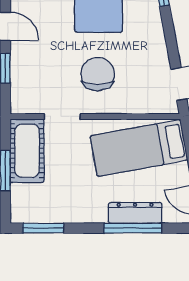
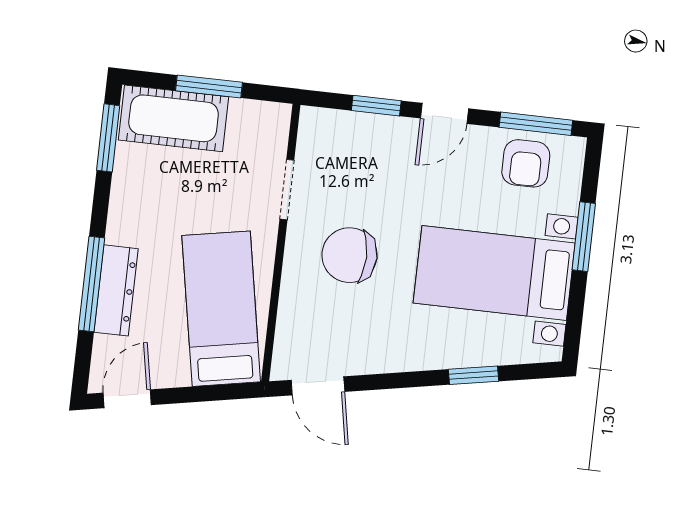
chair: (98, 74) -> (349, 255), turned 180
cot: (27, 151) -> (174, 118), moved

